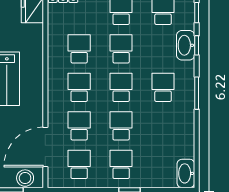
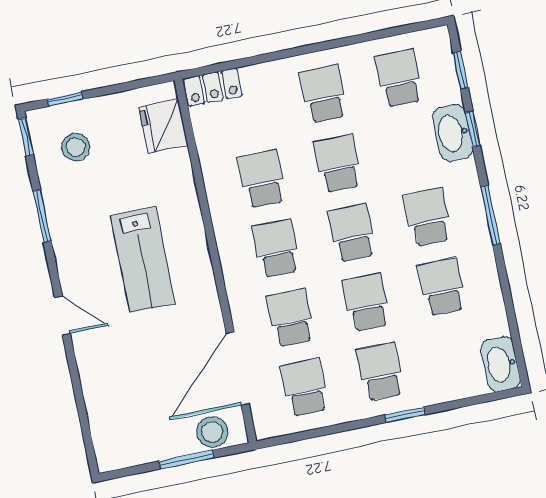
school desk: (163, 126) -> (442, 287), added

